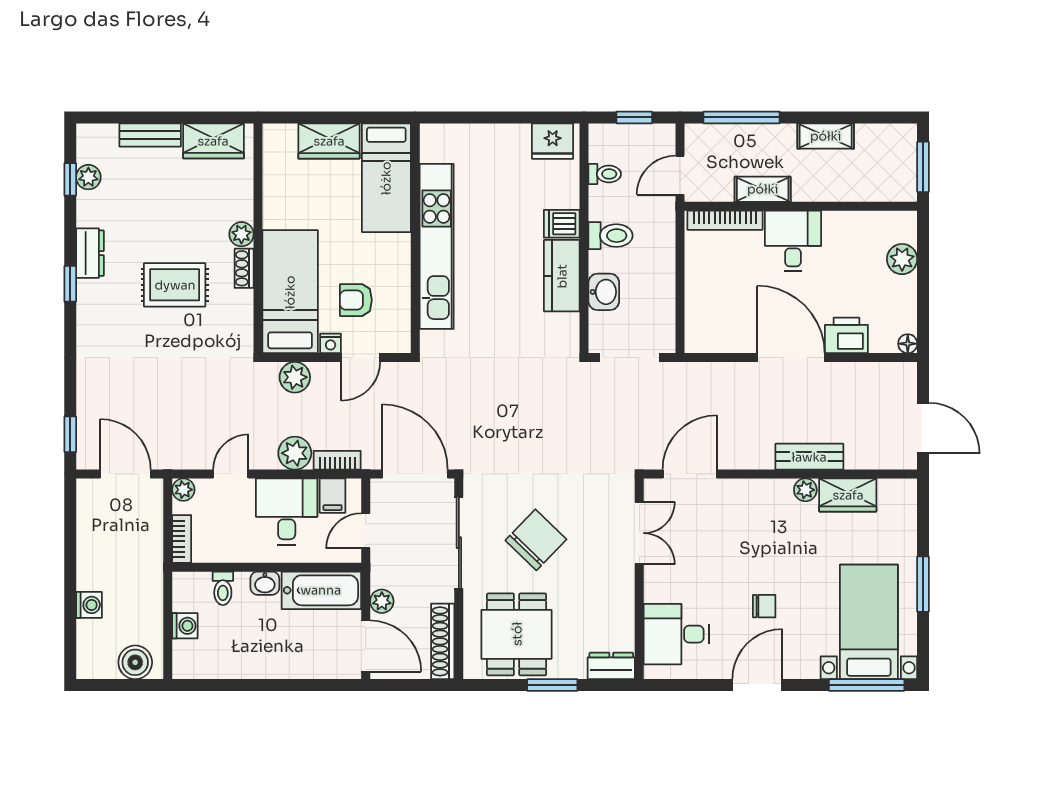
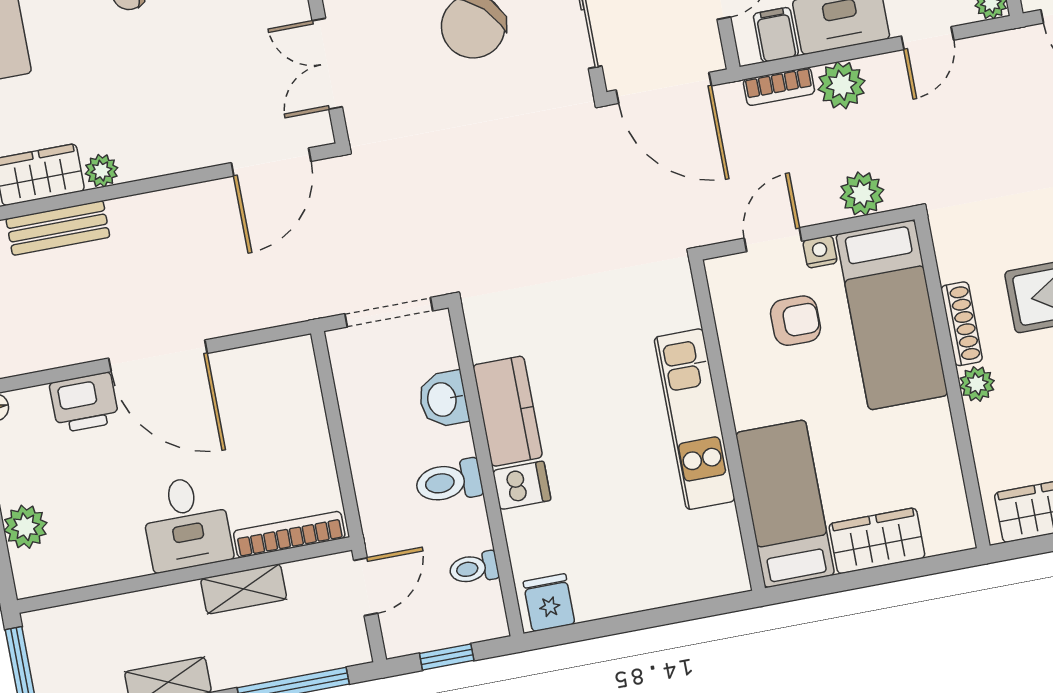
fridge: (553, 141) -> (549, 603), width x0.72
kitchen unit: (437, 246) -> (695, 419), width x0.73
shoe rack: (244, 268) -> (962, 324), width x1.43
bench: (809, 457) -> (58, 228), moved

